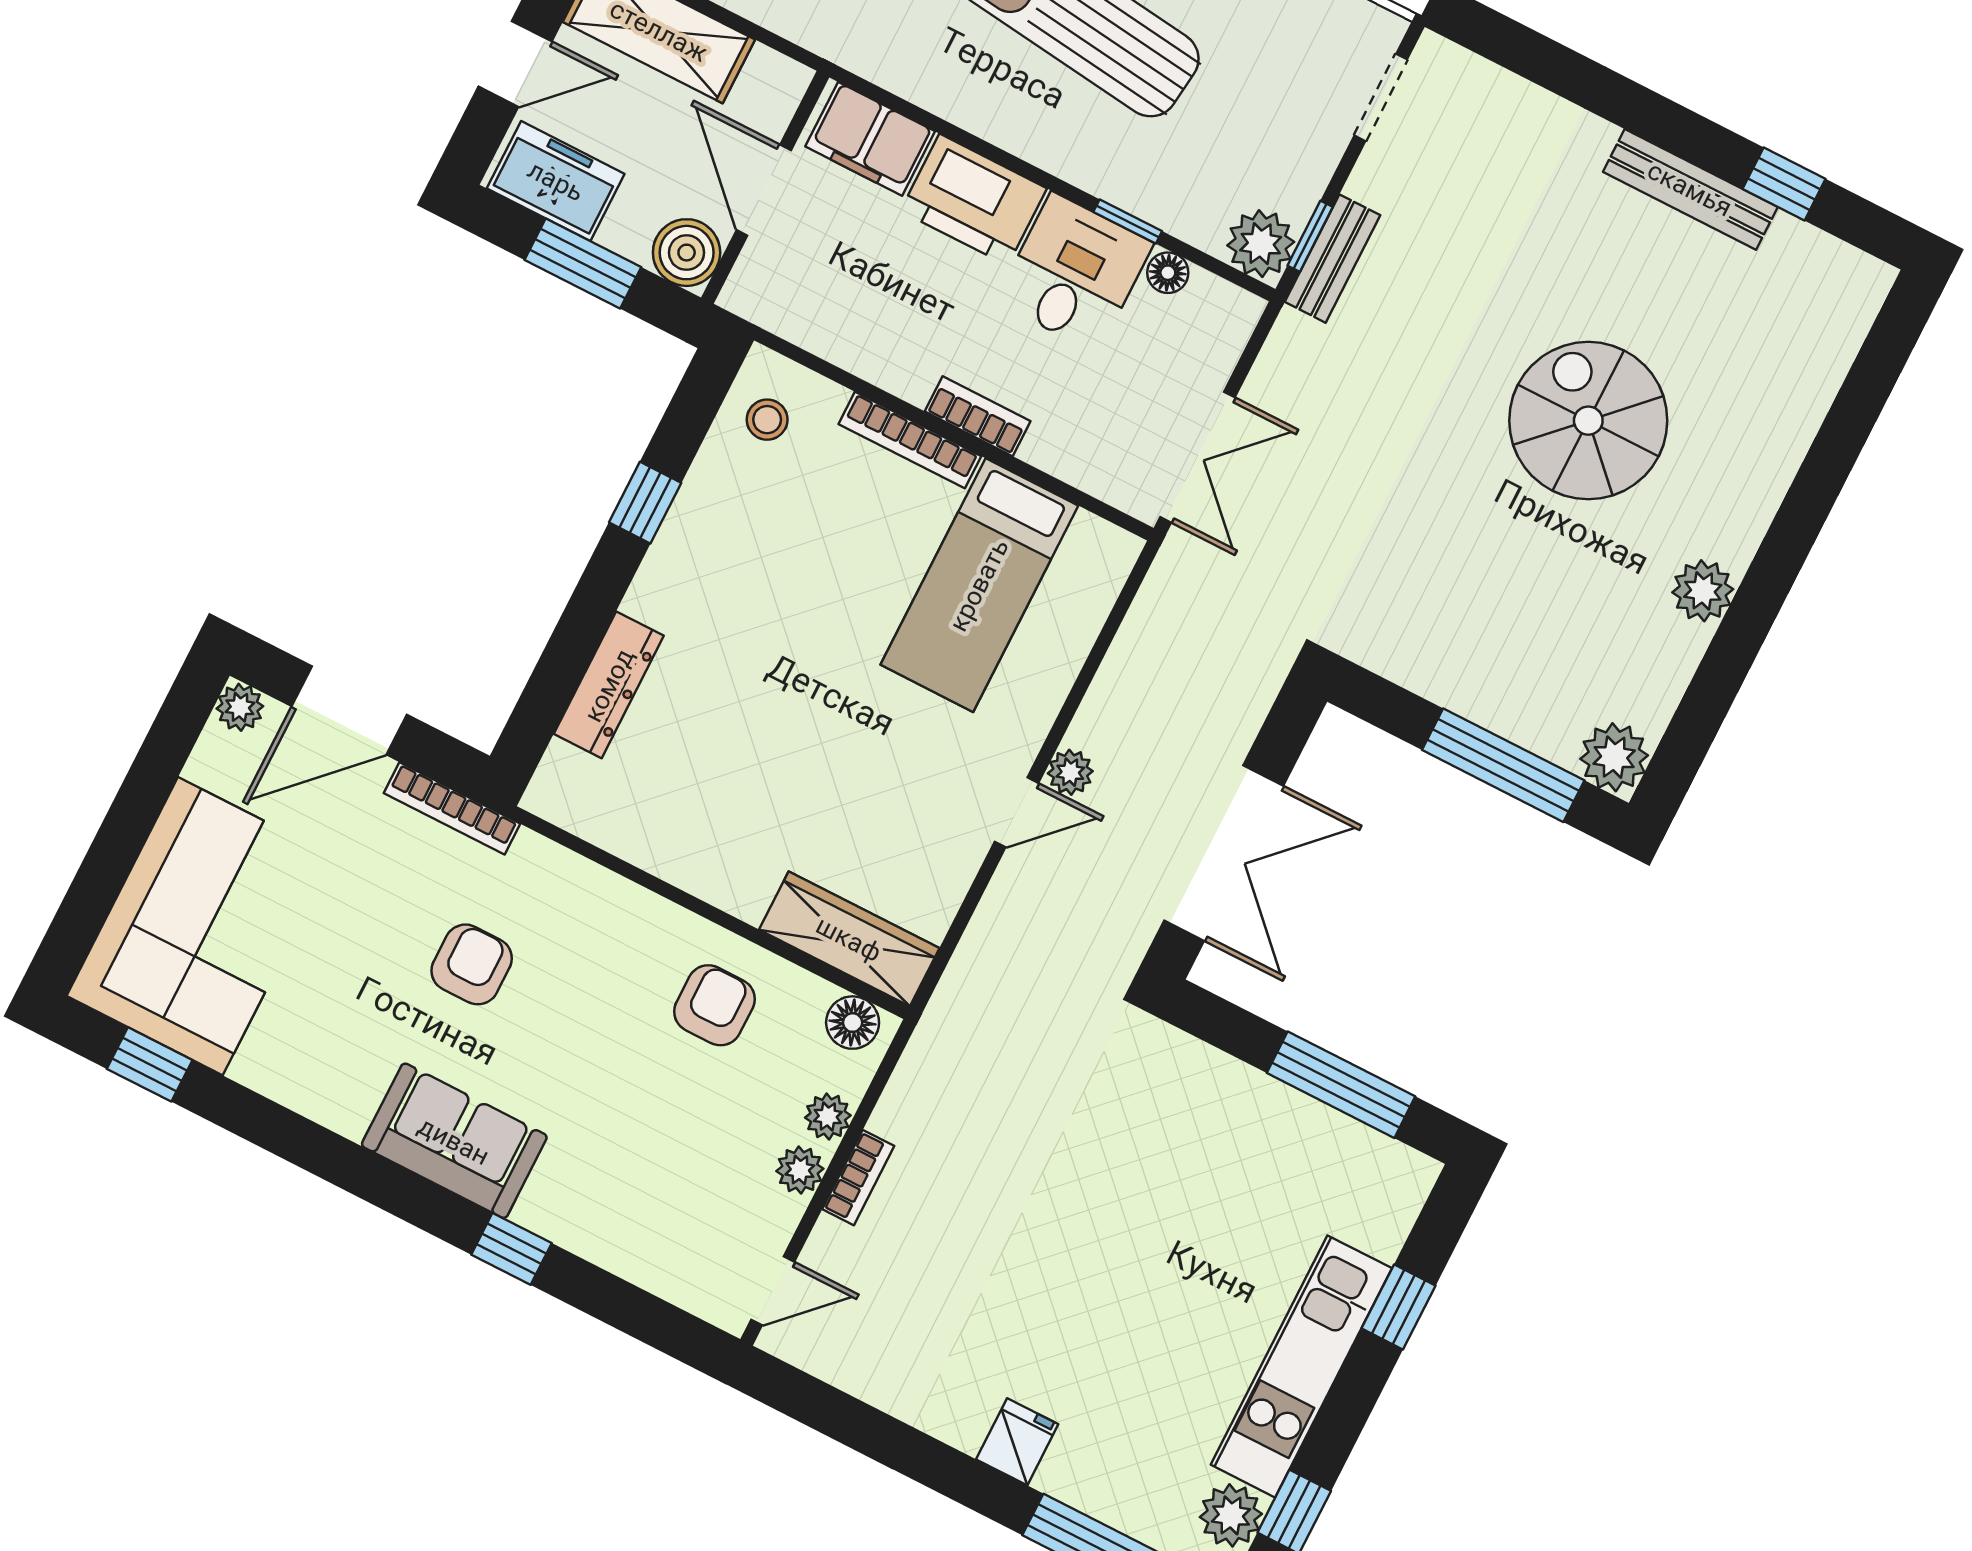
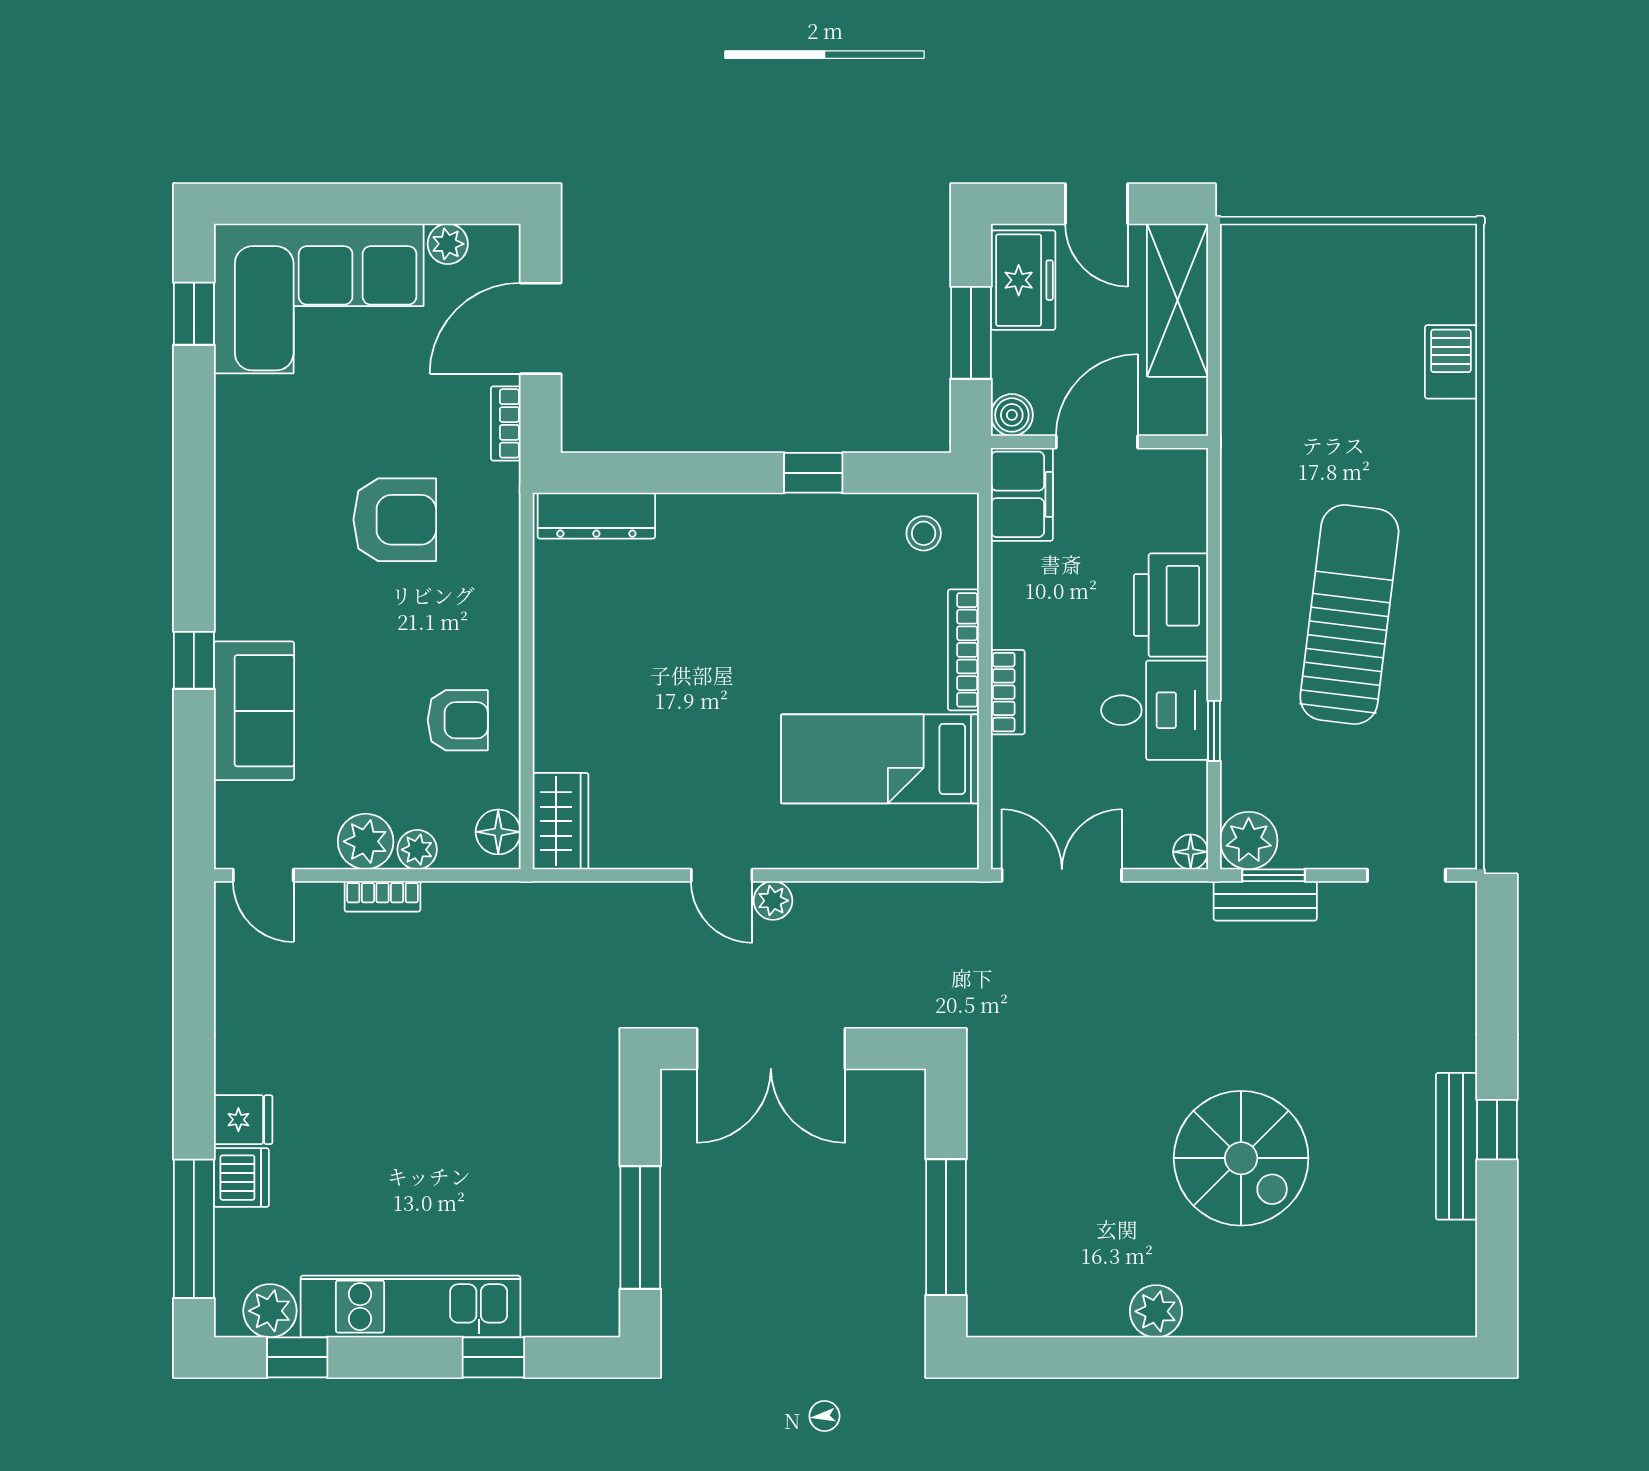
filing cabinet: (870, 139) -> (1022, 494), moved, turned 180
window: (1784, 184) -> (1497, 1130), moved
boiler: (687, 253) -> (1012, 415), width x0.73, depth x0.73
floor lamp: (1168, 273) -> (1191, 852), moved
spiral stairs: (1588, 421) -> (1241, 1158), turned 90
double door: (1198, 457) -> (1062, 875), swing flipped
dresser: (609, 685) -> (596, 516), moved
plant: (240, 707) -> (448, 244), moved
door: (349, 710) -> (541, 328), hinge flipped
plant: (1614, 757) -> (995, 1308), removed
bookcase: (452, 808) -> (506, 423), width x0.64
wardrobe: (849, 939) -> (561, 821), width x0.67
armchair: (472, 964) -> (395, 520), width x1.38, depth x1.38
sofa: (454, 1141) -> (254, 711), moved
plant: (800, 1170) -> (366, 841), width x1.38, depth x1.38
dishwasher: (1077, 1474) -> (241, 1178), added

